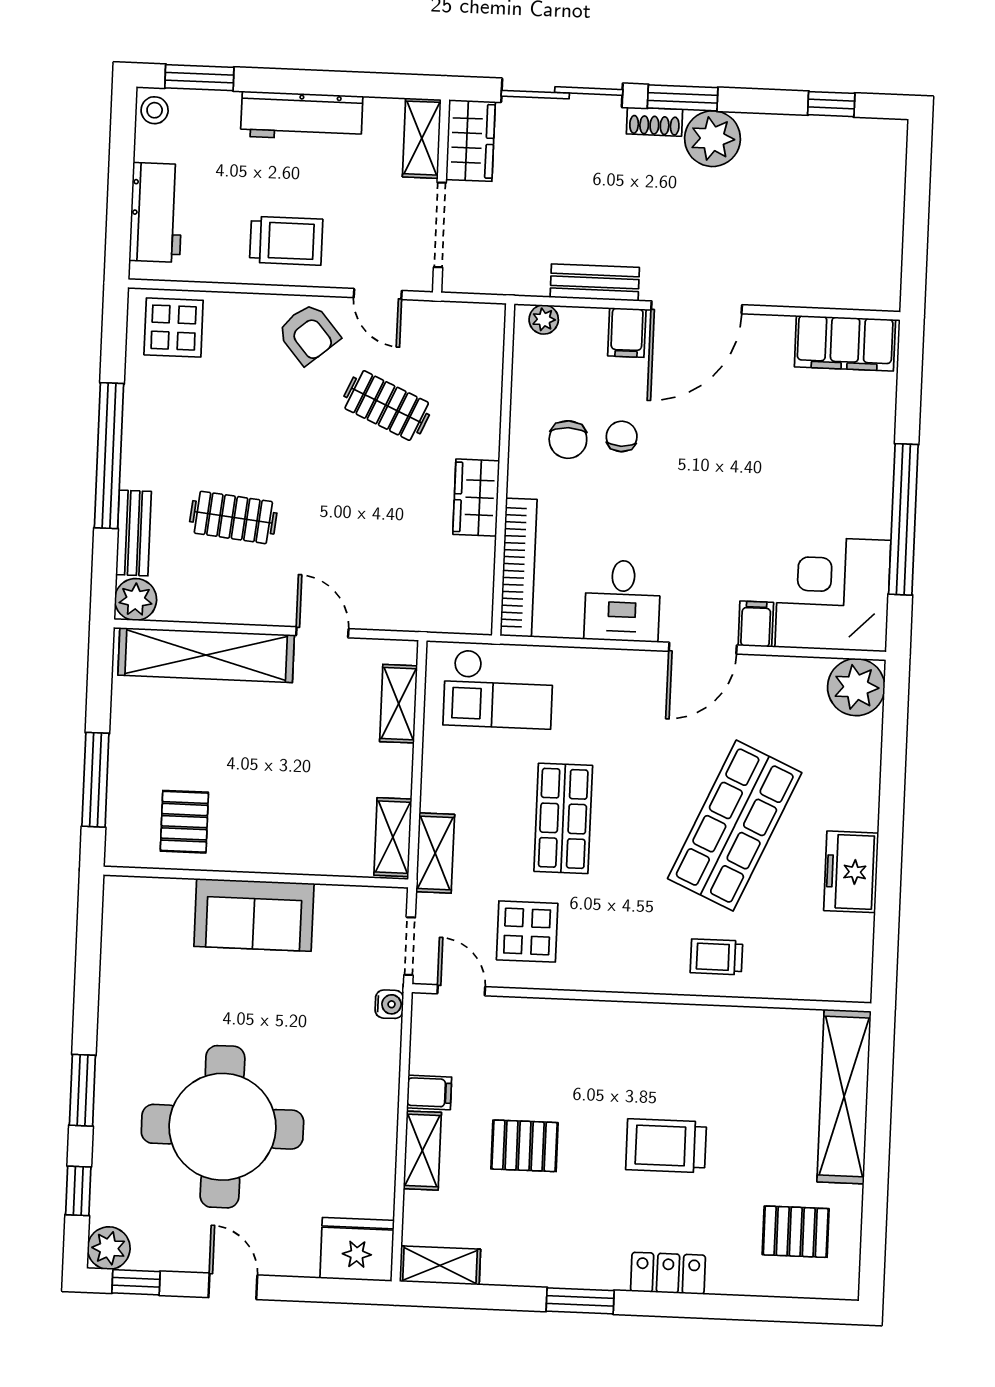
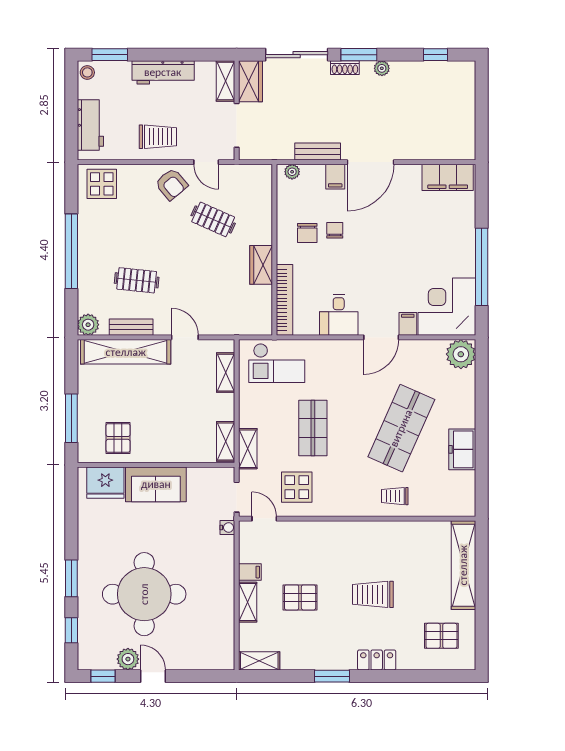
plant: (713, 139) -> (382, 68), width x0.53, depth x0.53
bench: (134, 533) -> (131, 327), moved, turned 90
plant: (109, 1248) -> (128, 659), moved
fridge: (357, 1249) -> (105, 483), moved, turned 180

